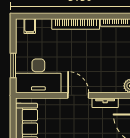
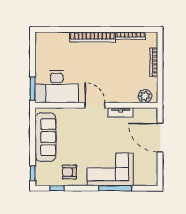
filing cabinet: (30, 26) -> (48, 39), removed
window: (13, 66) -> (33, 89), moved

